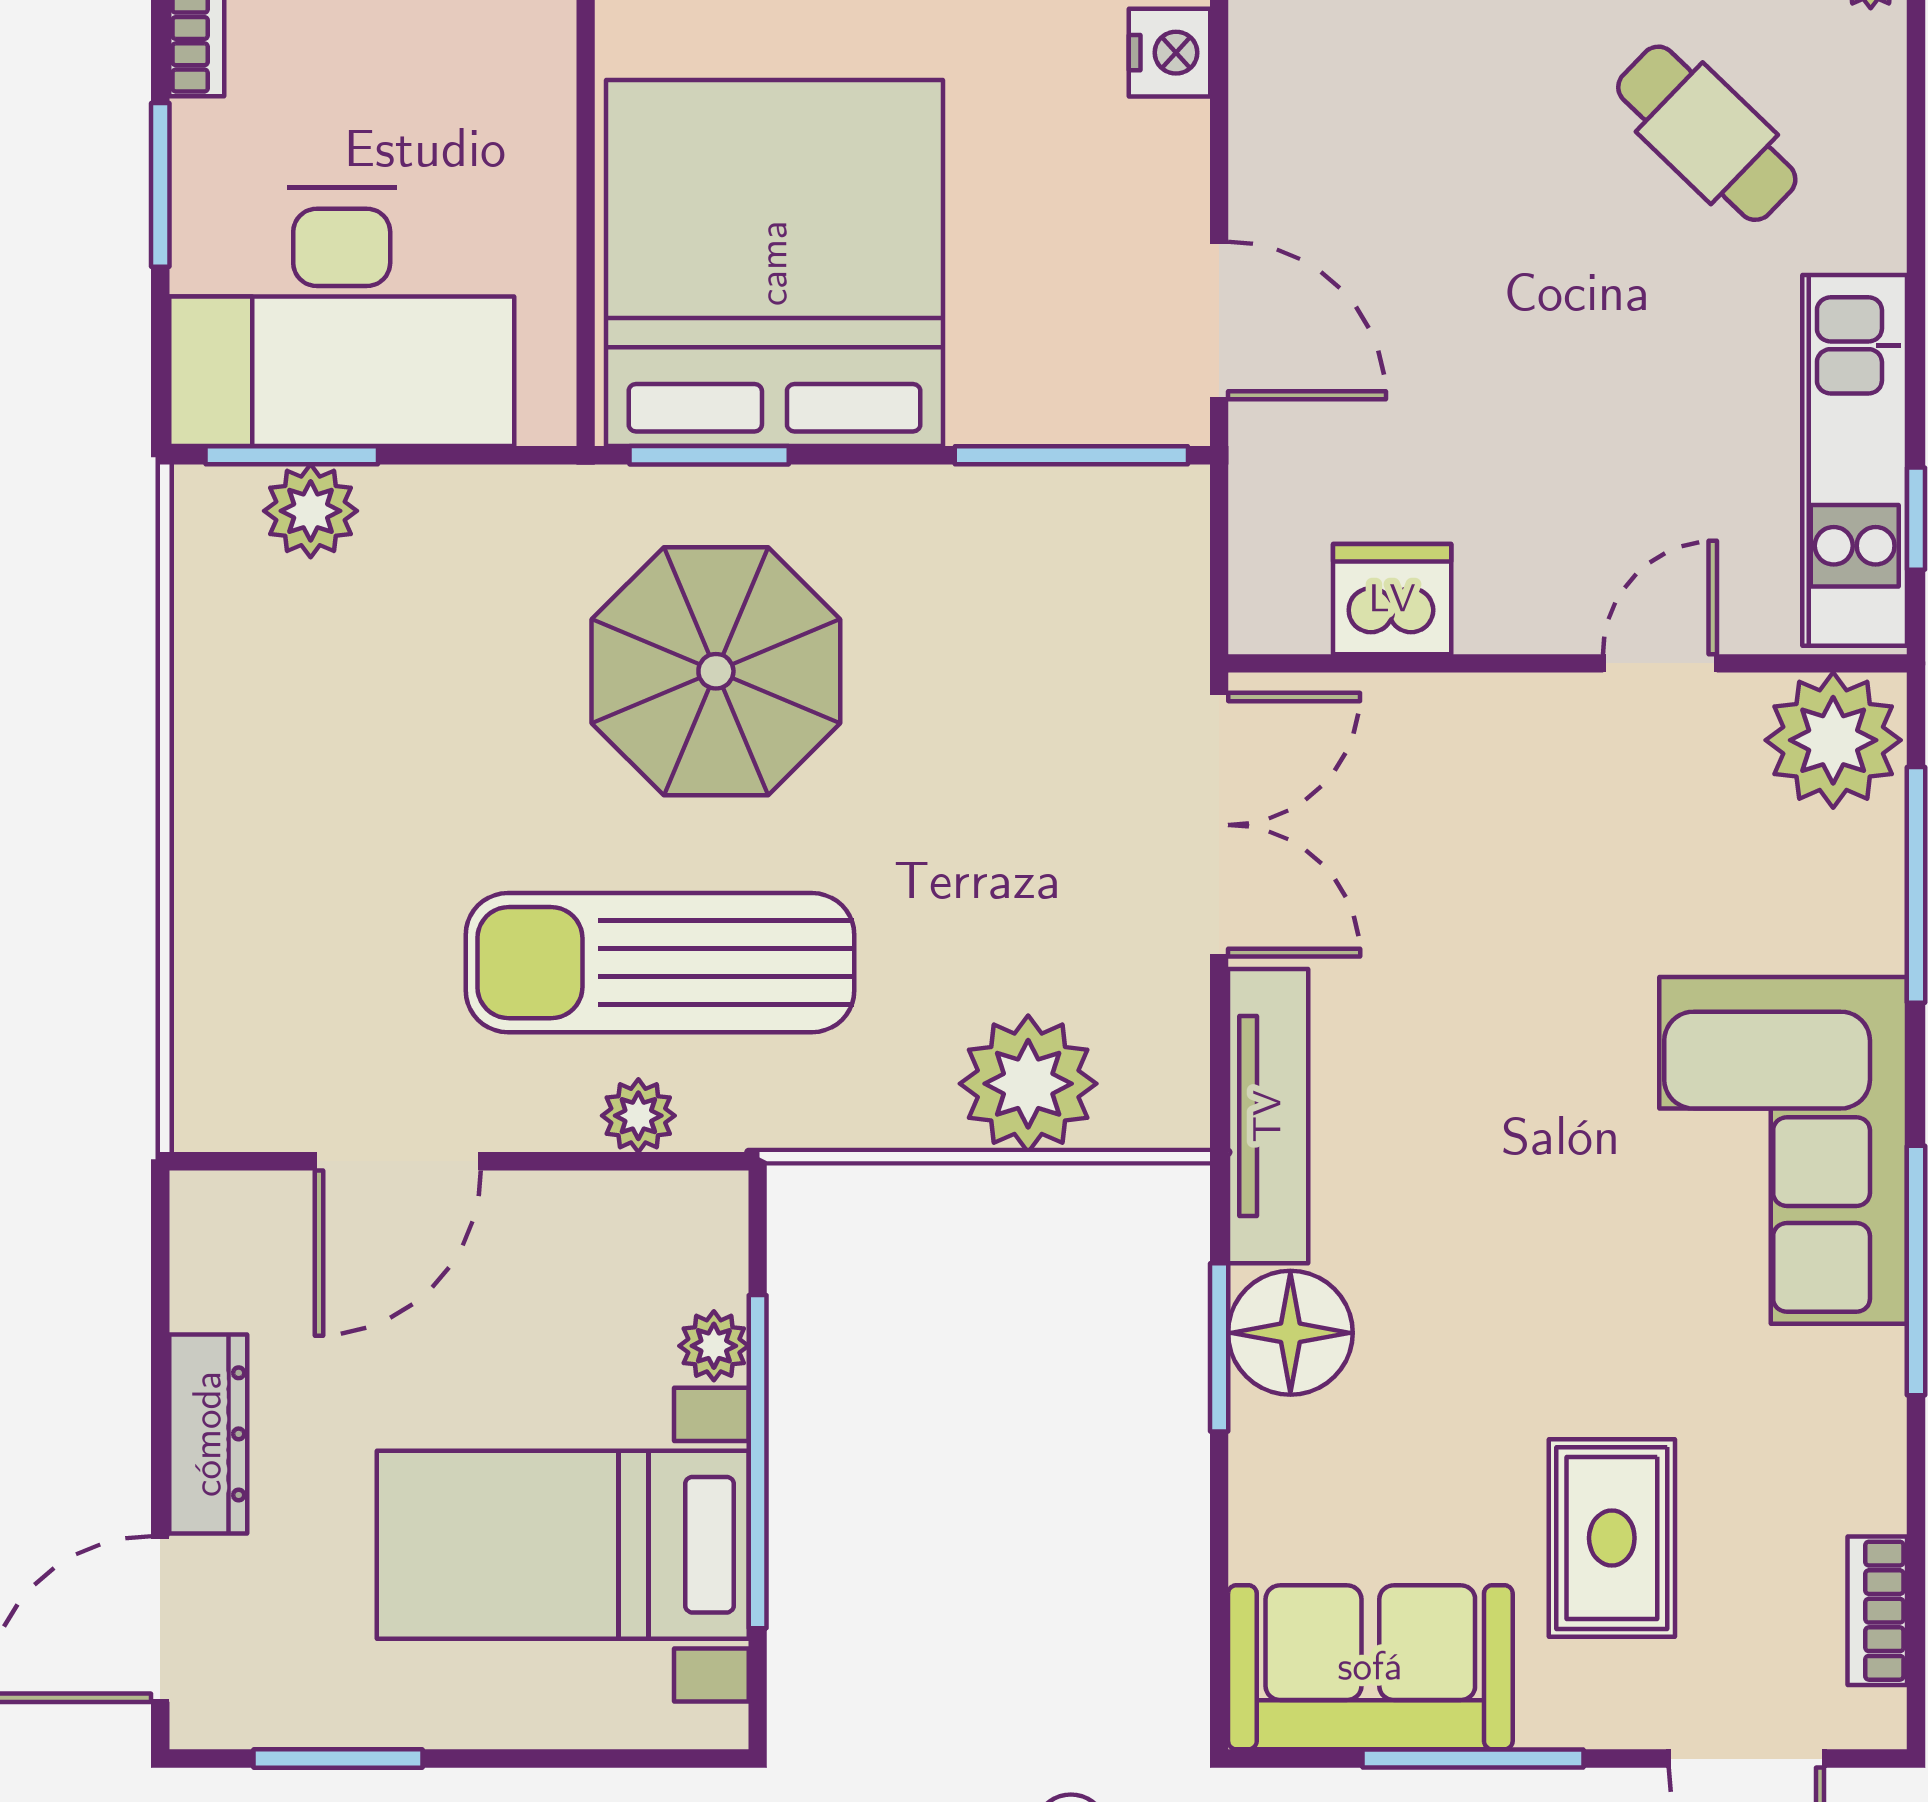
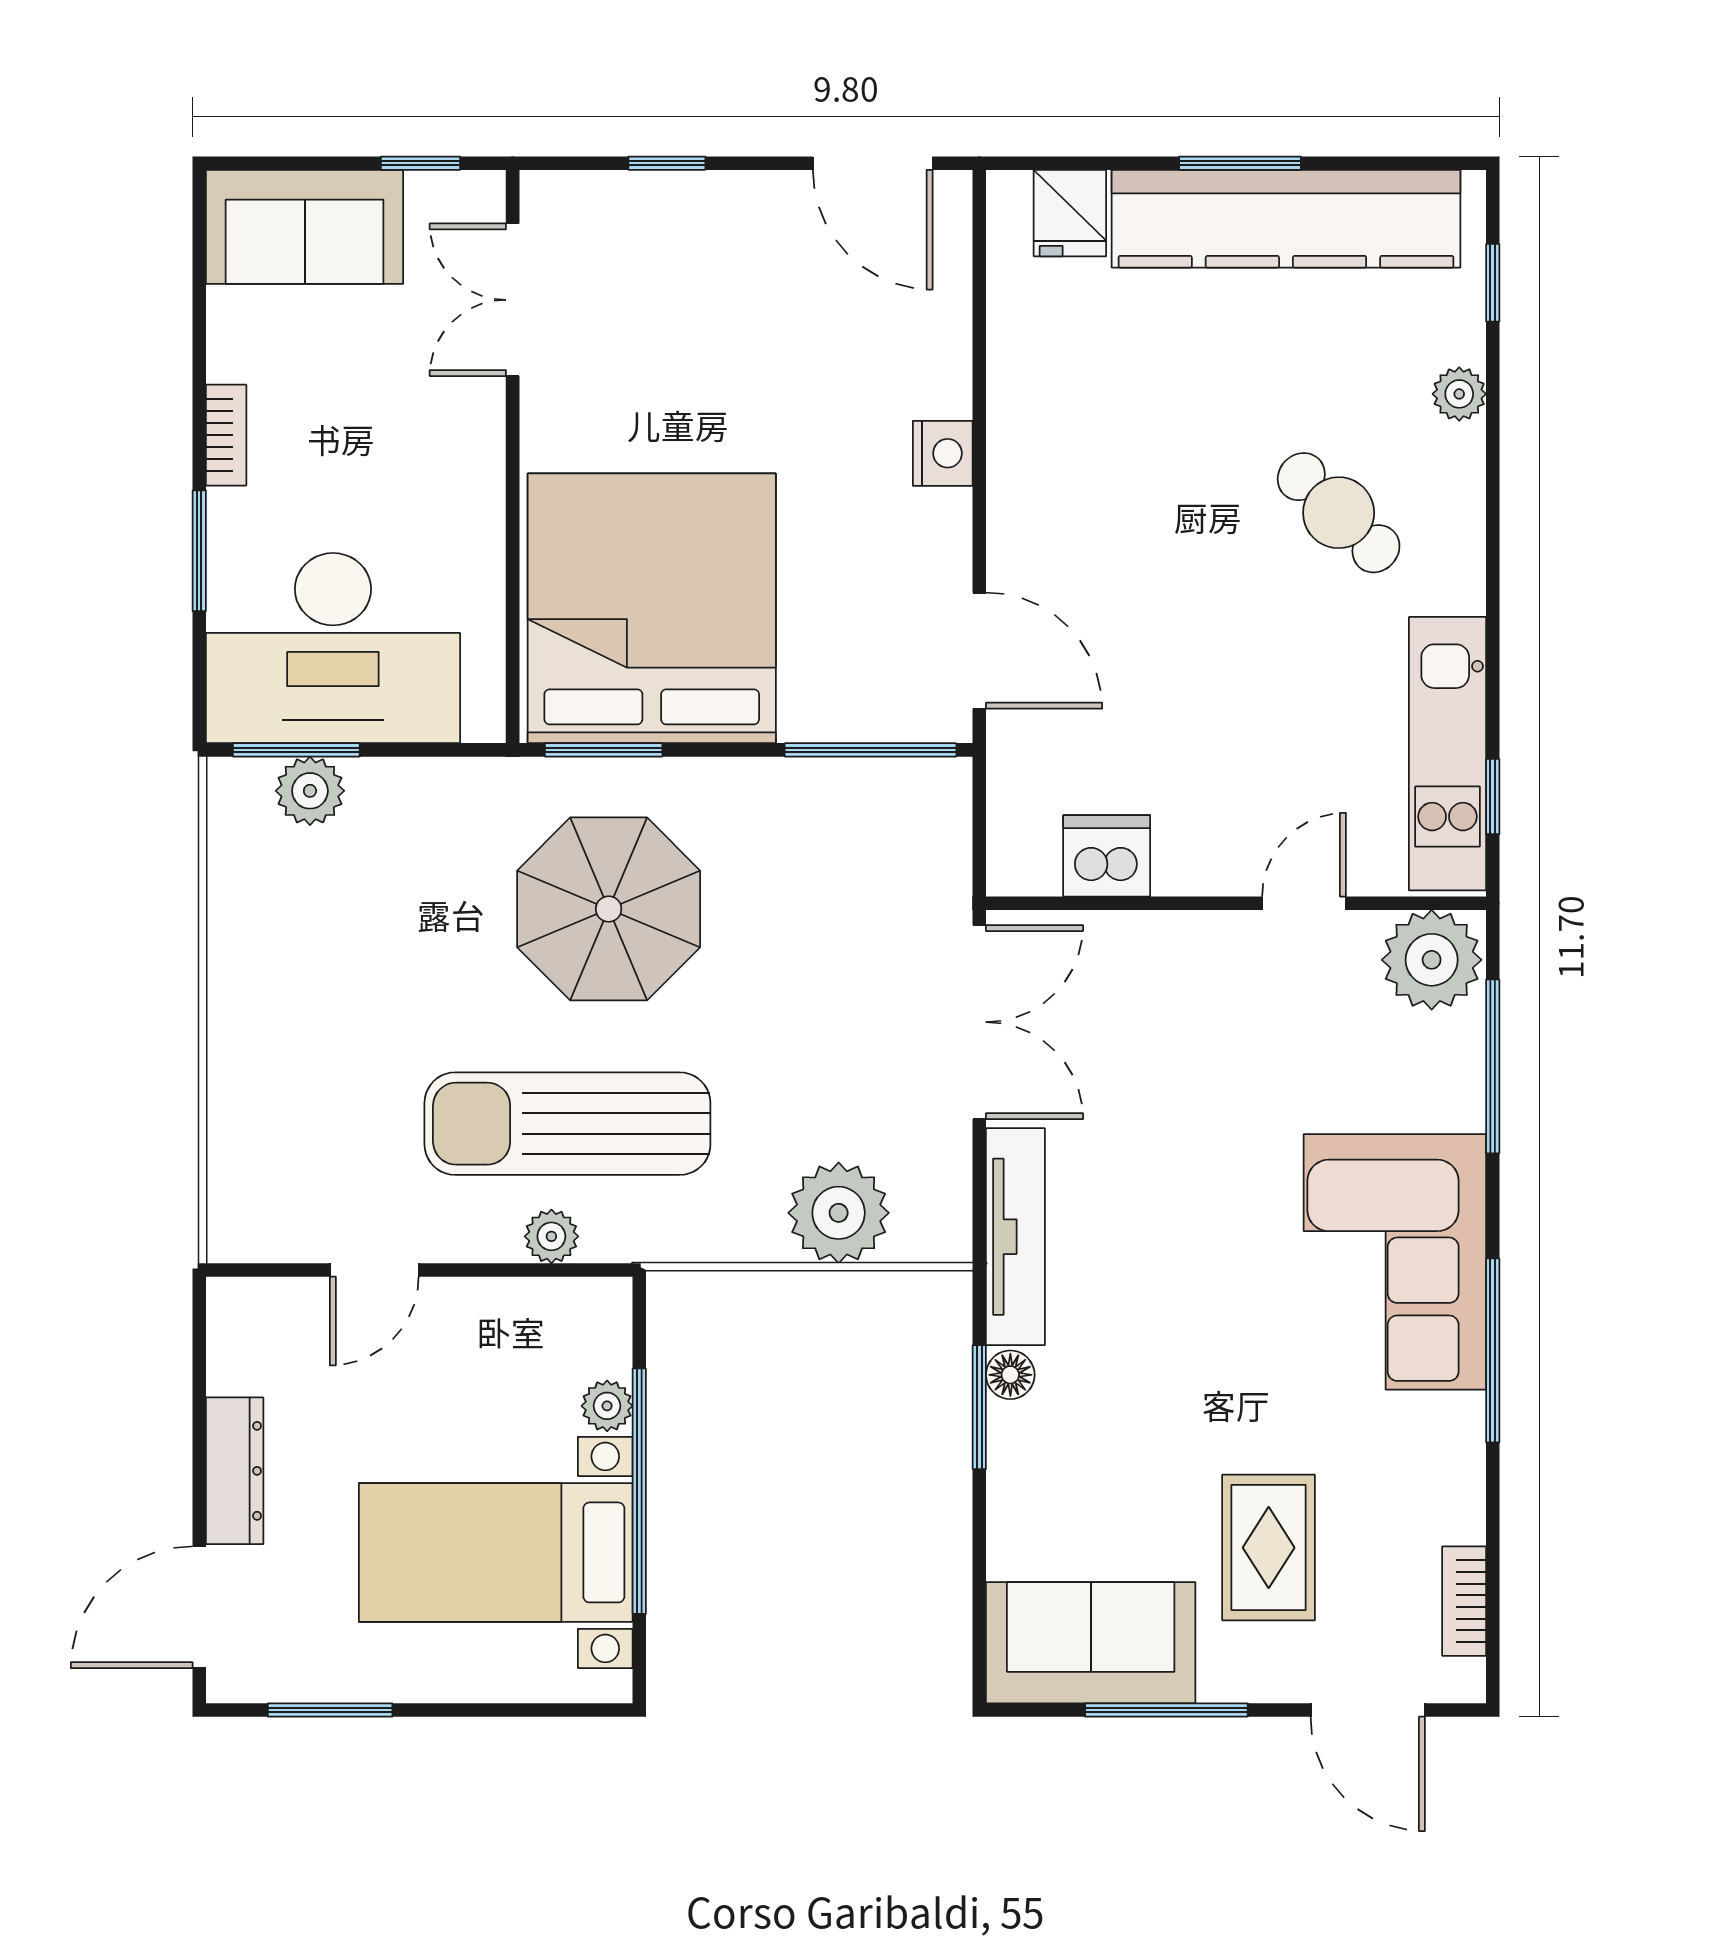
door: (398, 1161) -> (374, 1270), width x0.73
floor lamp: (1290, 1333) -> (1010, 1375), width x0.53, depth x0.53

